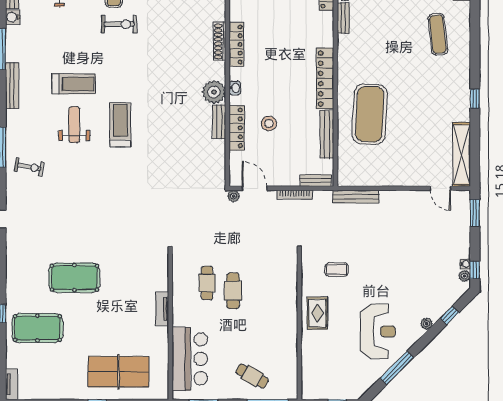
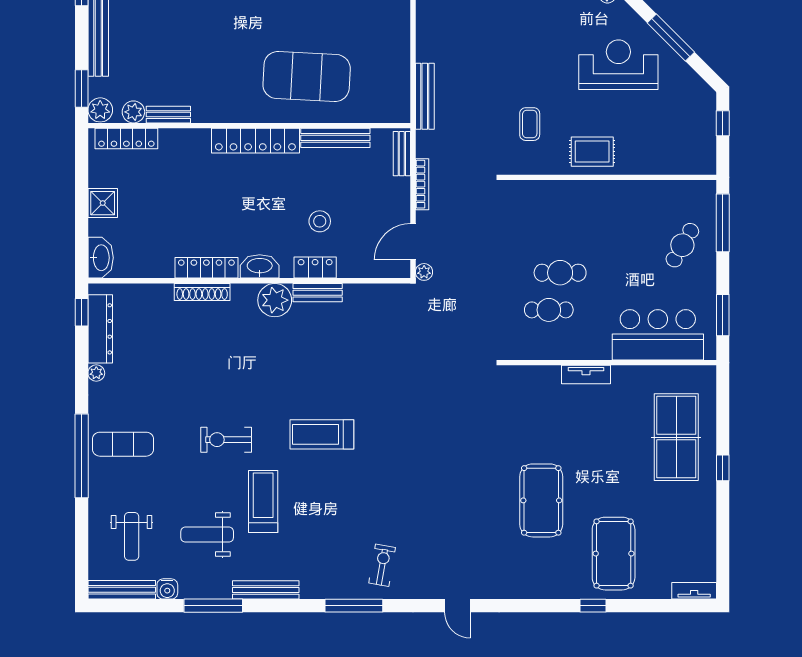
exercise bike: (119, 24) -> (226, 440), moved, turned -90
washbasin: (235, 88) -> (260, 266), width x1.91, depth x1.45
weight bench: (74, 125) -> (207, 535), moved
locker: (237, 128) -> (315, 268), width x0.66

